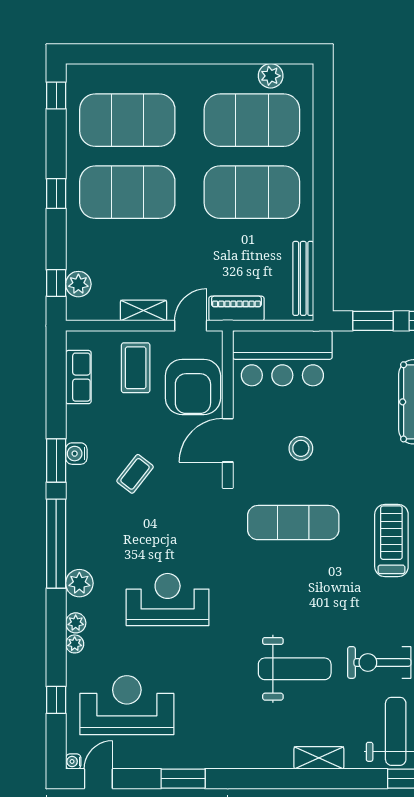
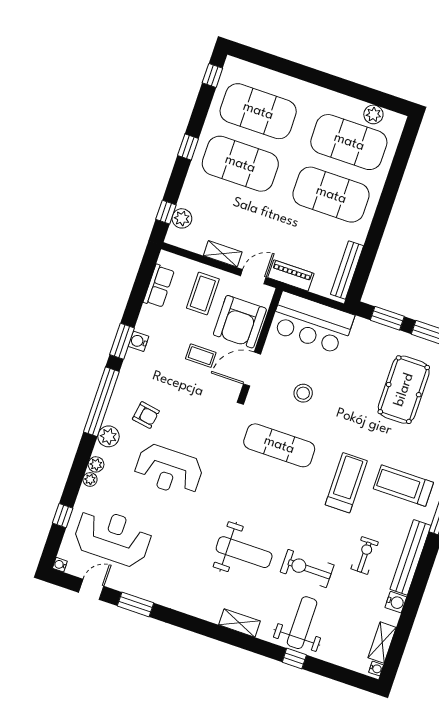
coffee table: (135, 474) -> (201, 356), moved, turned 52
armchair: (116, 541) -> (146, 415), added
reception desk: (168, 600) -> (169, 470), turned 180
door: (98, 779) -> (91, 589), moved

